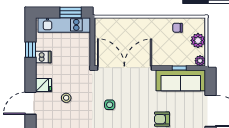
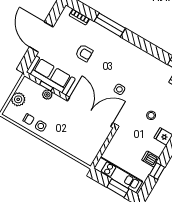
window: (71, 12) -> (118, 188), moved
side table: (163, 28) -> (41, 126), added
plant: (200, 61) -> (47, 95), moved
double door: (124, 68) -> (90, 112), swing flipped

